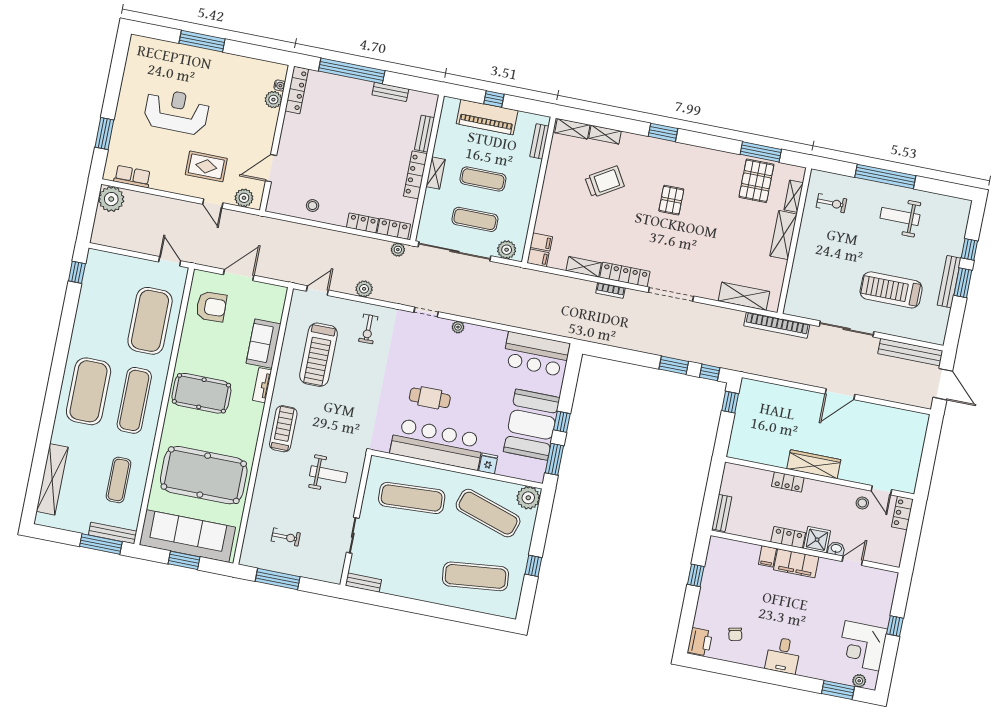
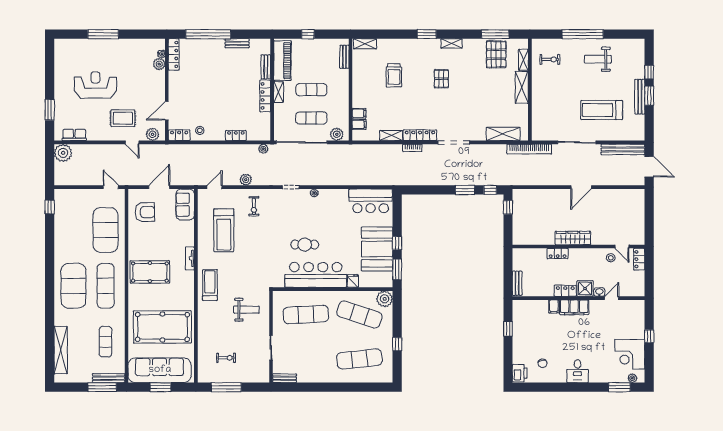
piano: (487, 117) -> (282, 61), moved, turned -90
shelving: (605, 135) -> (452, 43), moved
trolley: (605, 182) -> (394, 75), turned 121
locker: (394, 229) -> (179, 135), moved
filing cabinet: (538, 258) -> (359, 113), moved
sofa: (263, 344) -> (185, 205), moved

